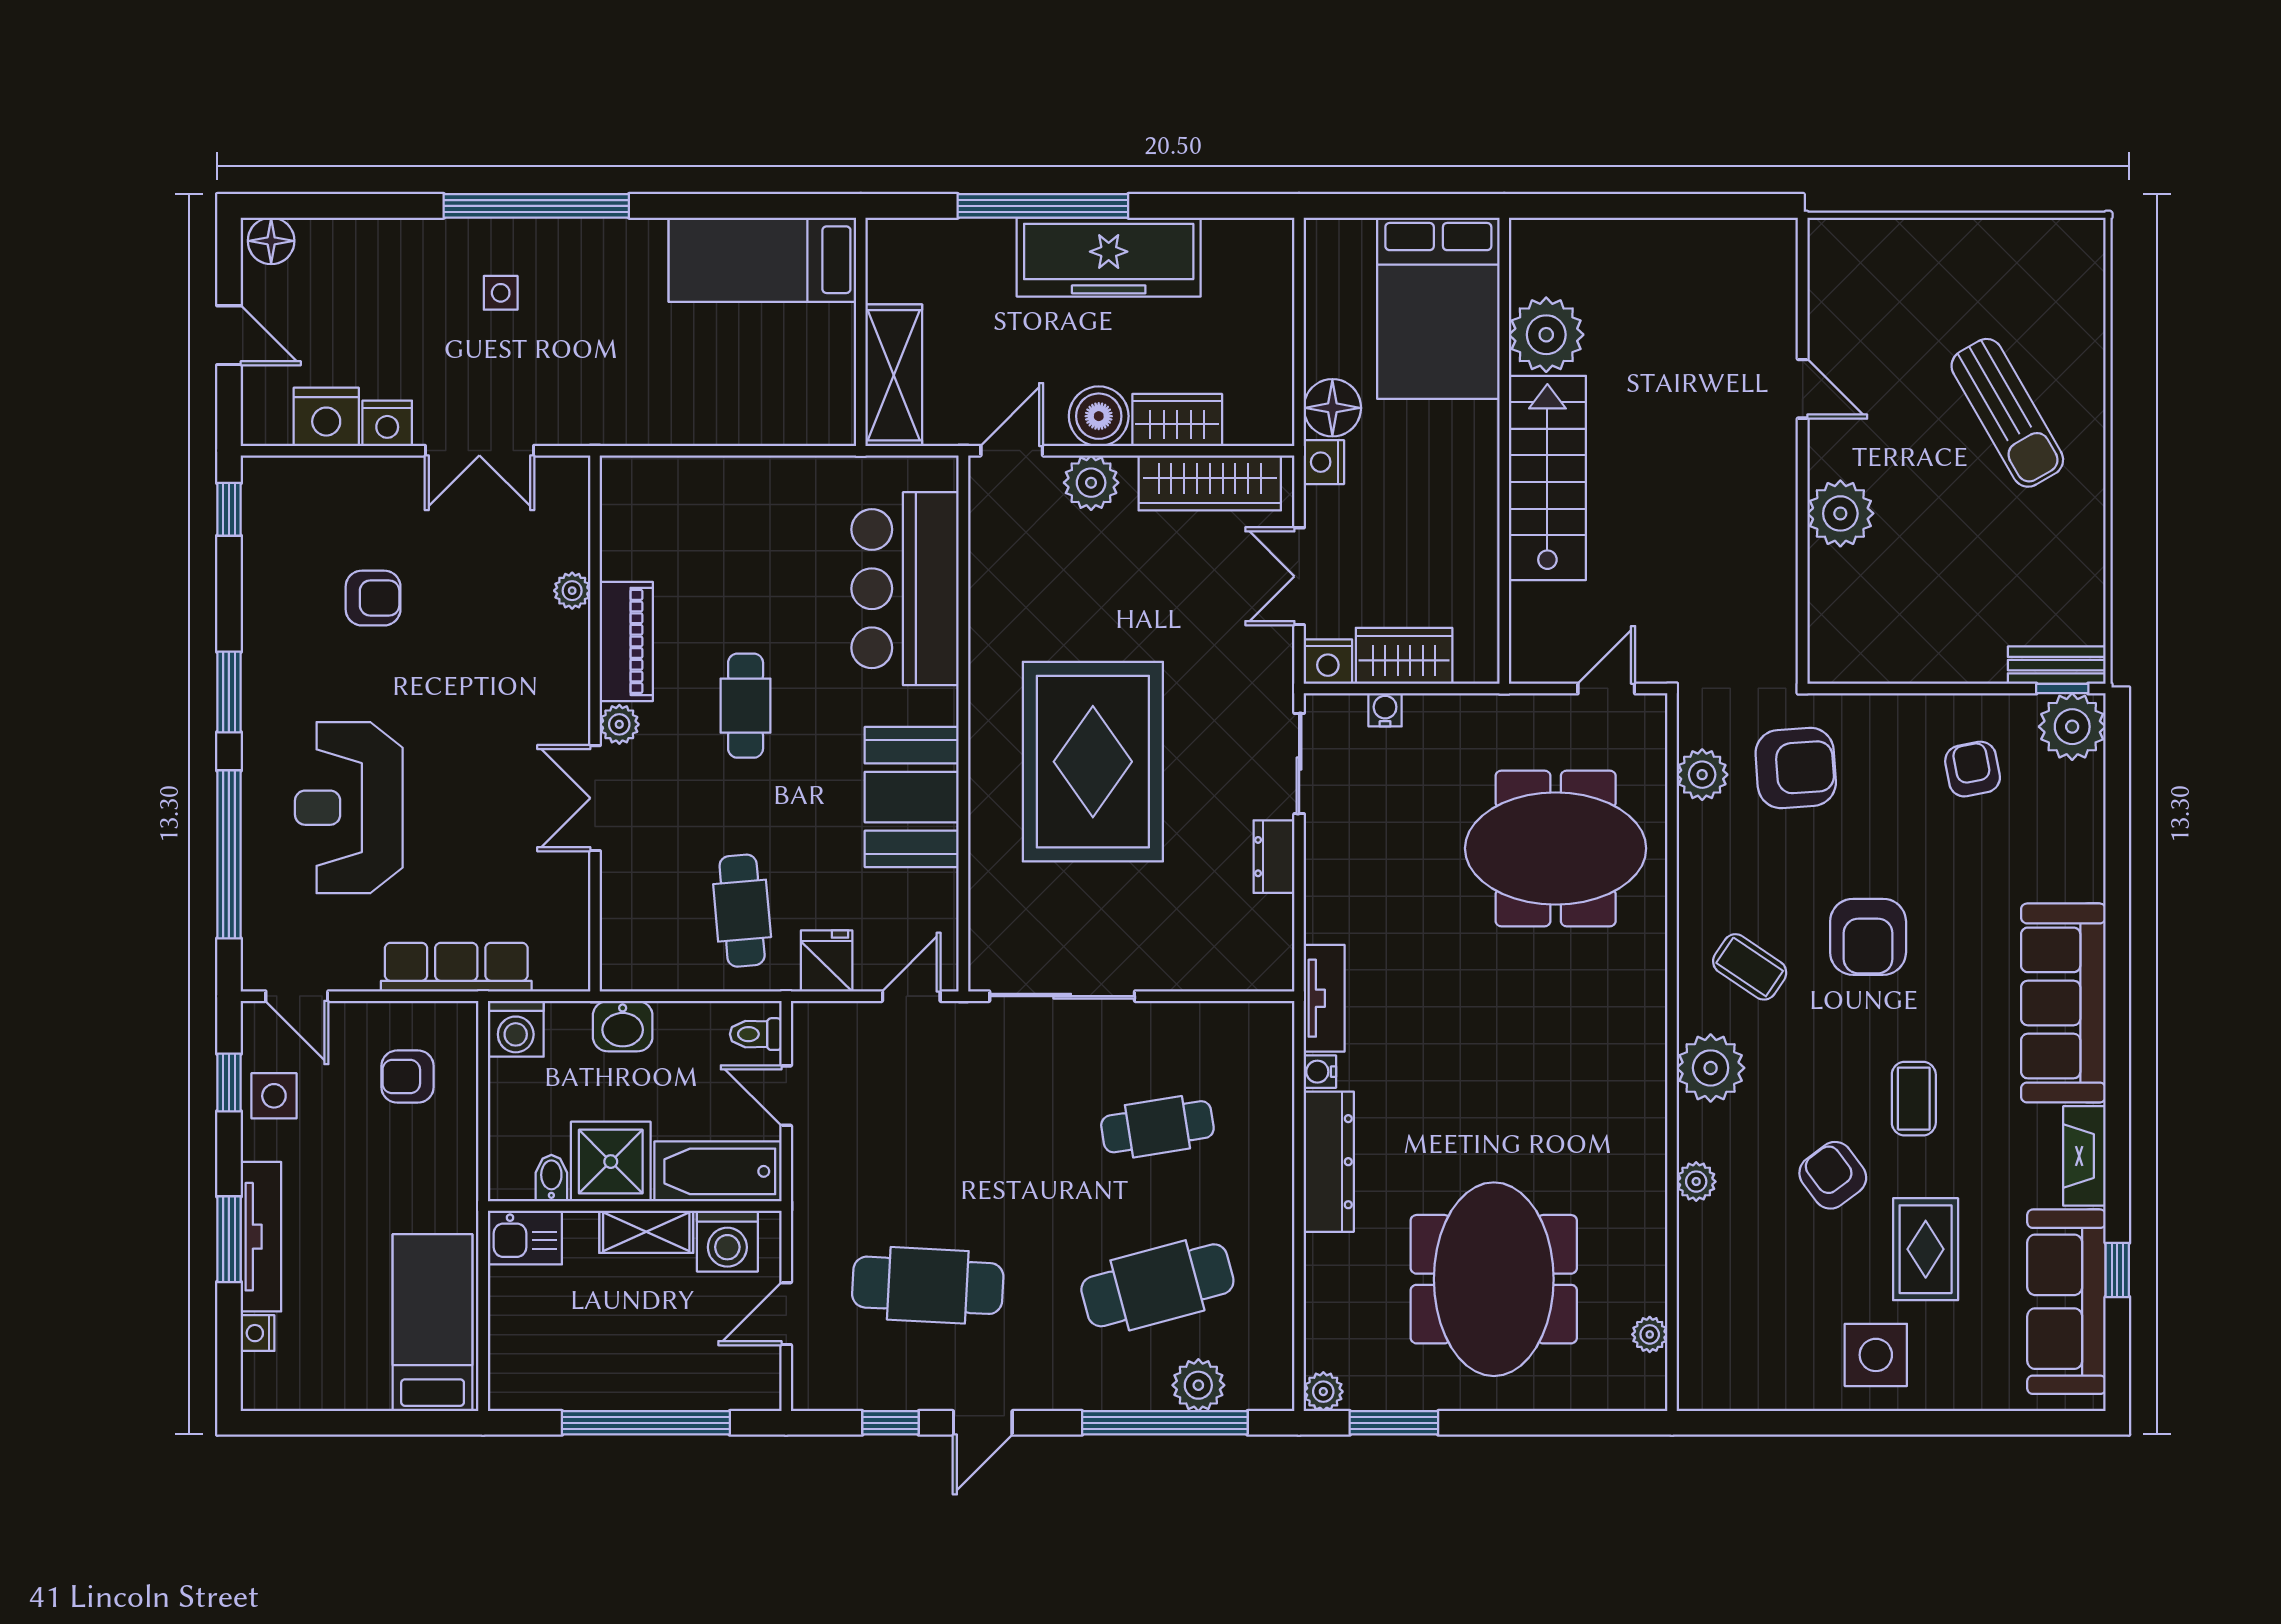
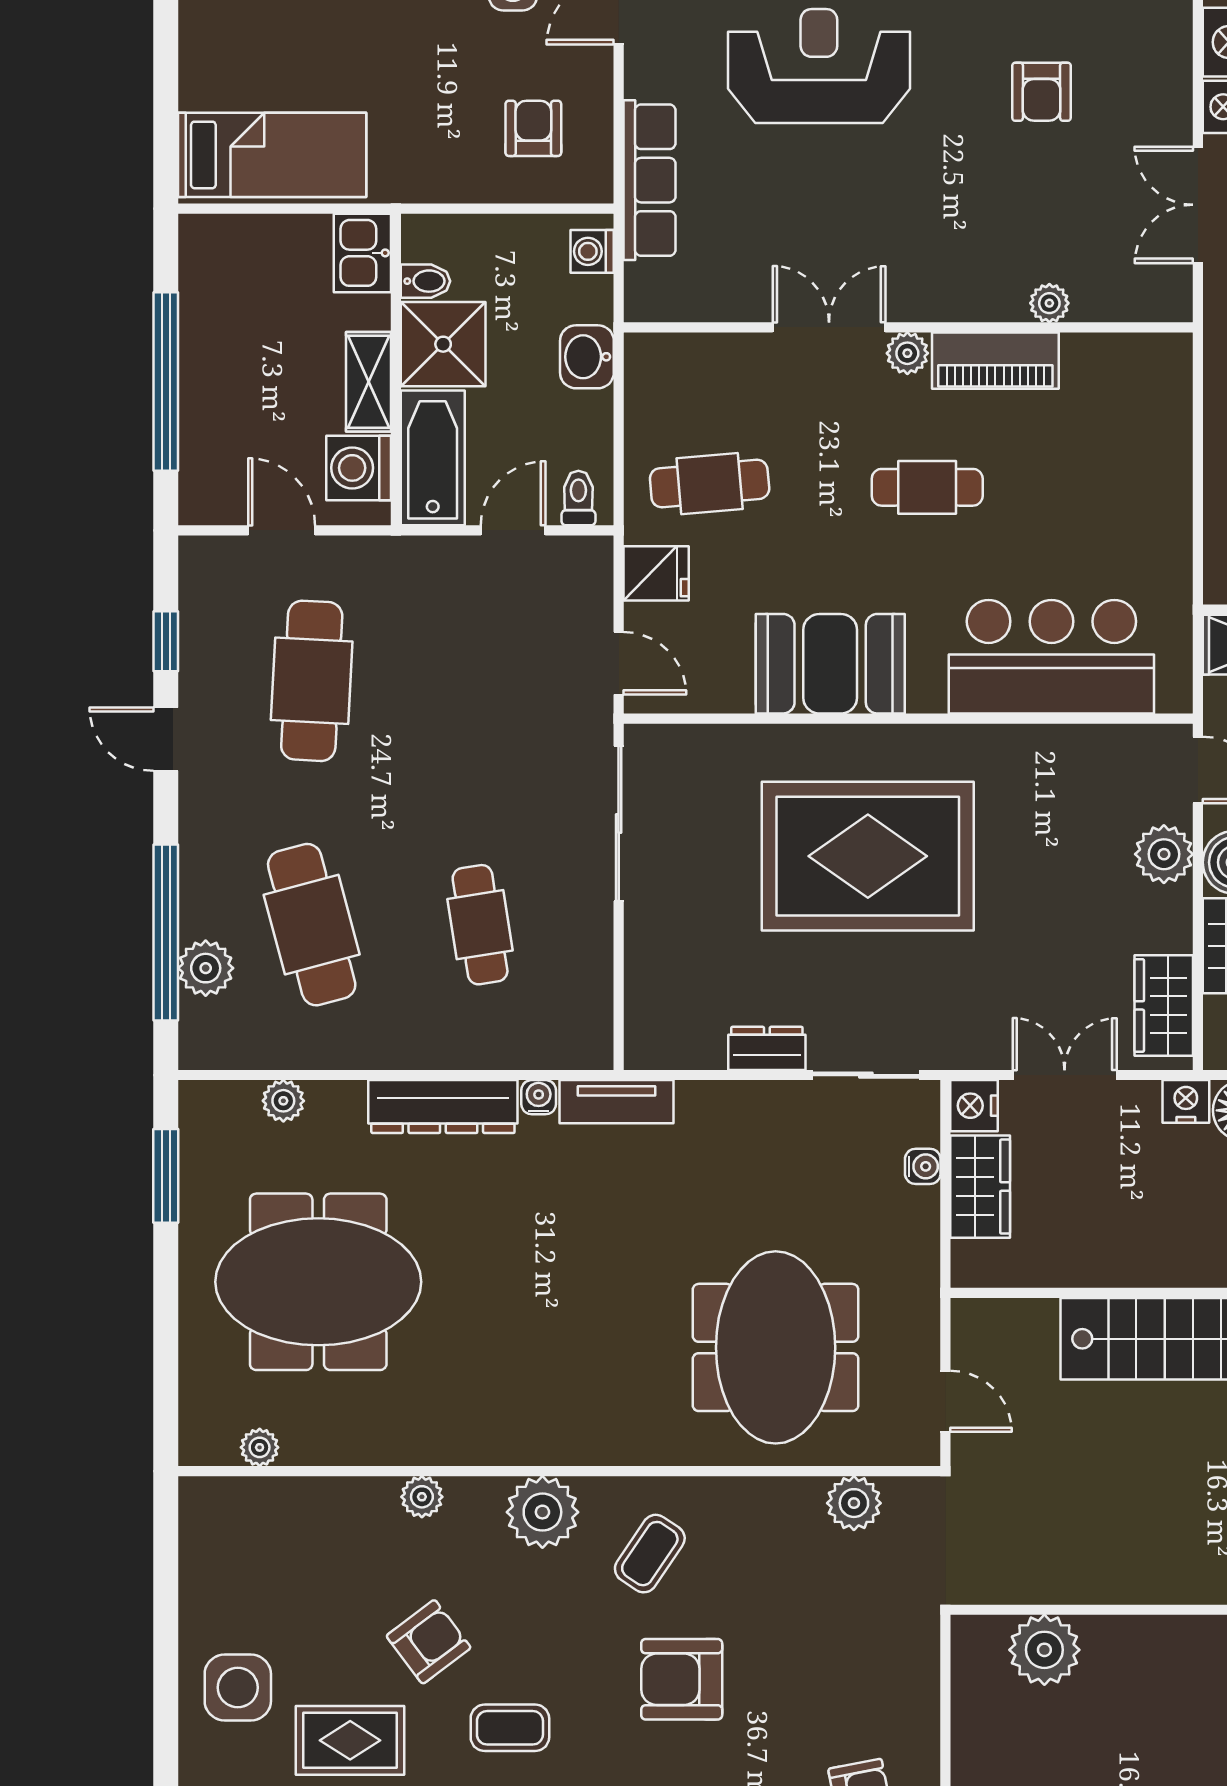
wardrobe: (1210, 483) -> (1164, 1005), width x0.67
plant: (1840, 513) -> (1044, 1650), moved
armchair: (1796, 768) -> (861, 1602), removed
washing machine: (516, 1029) -> (592, 251), width x0.73, depth x0.73
plant: (1323, 1392) -> (283, 1101), moved

